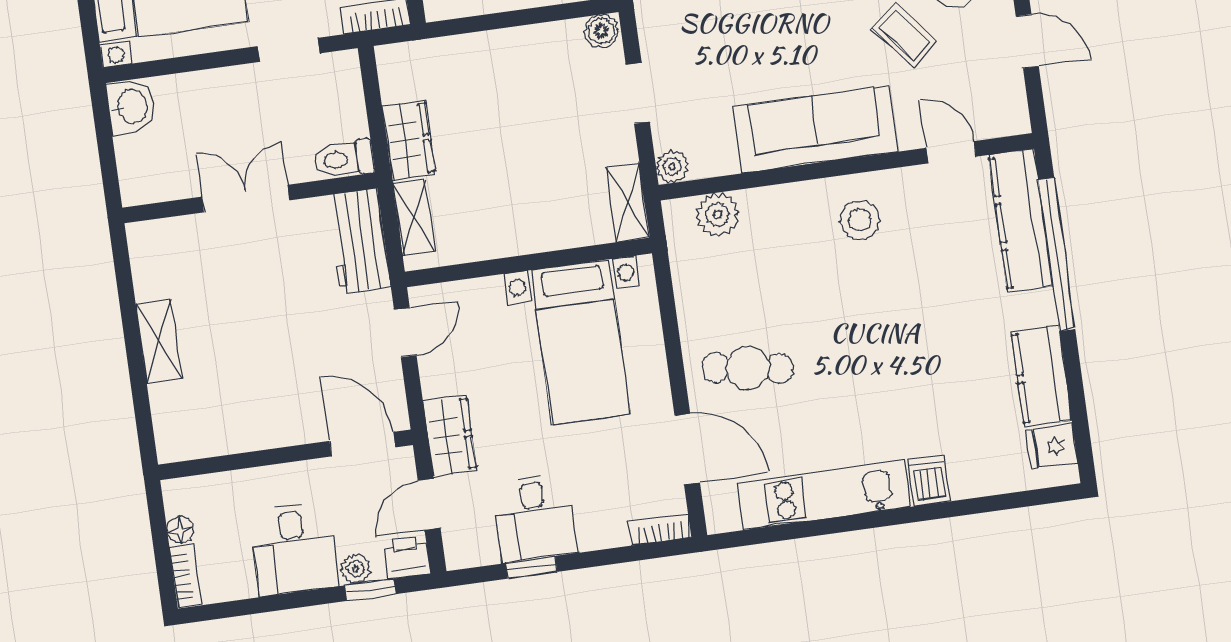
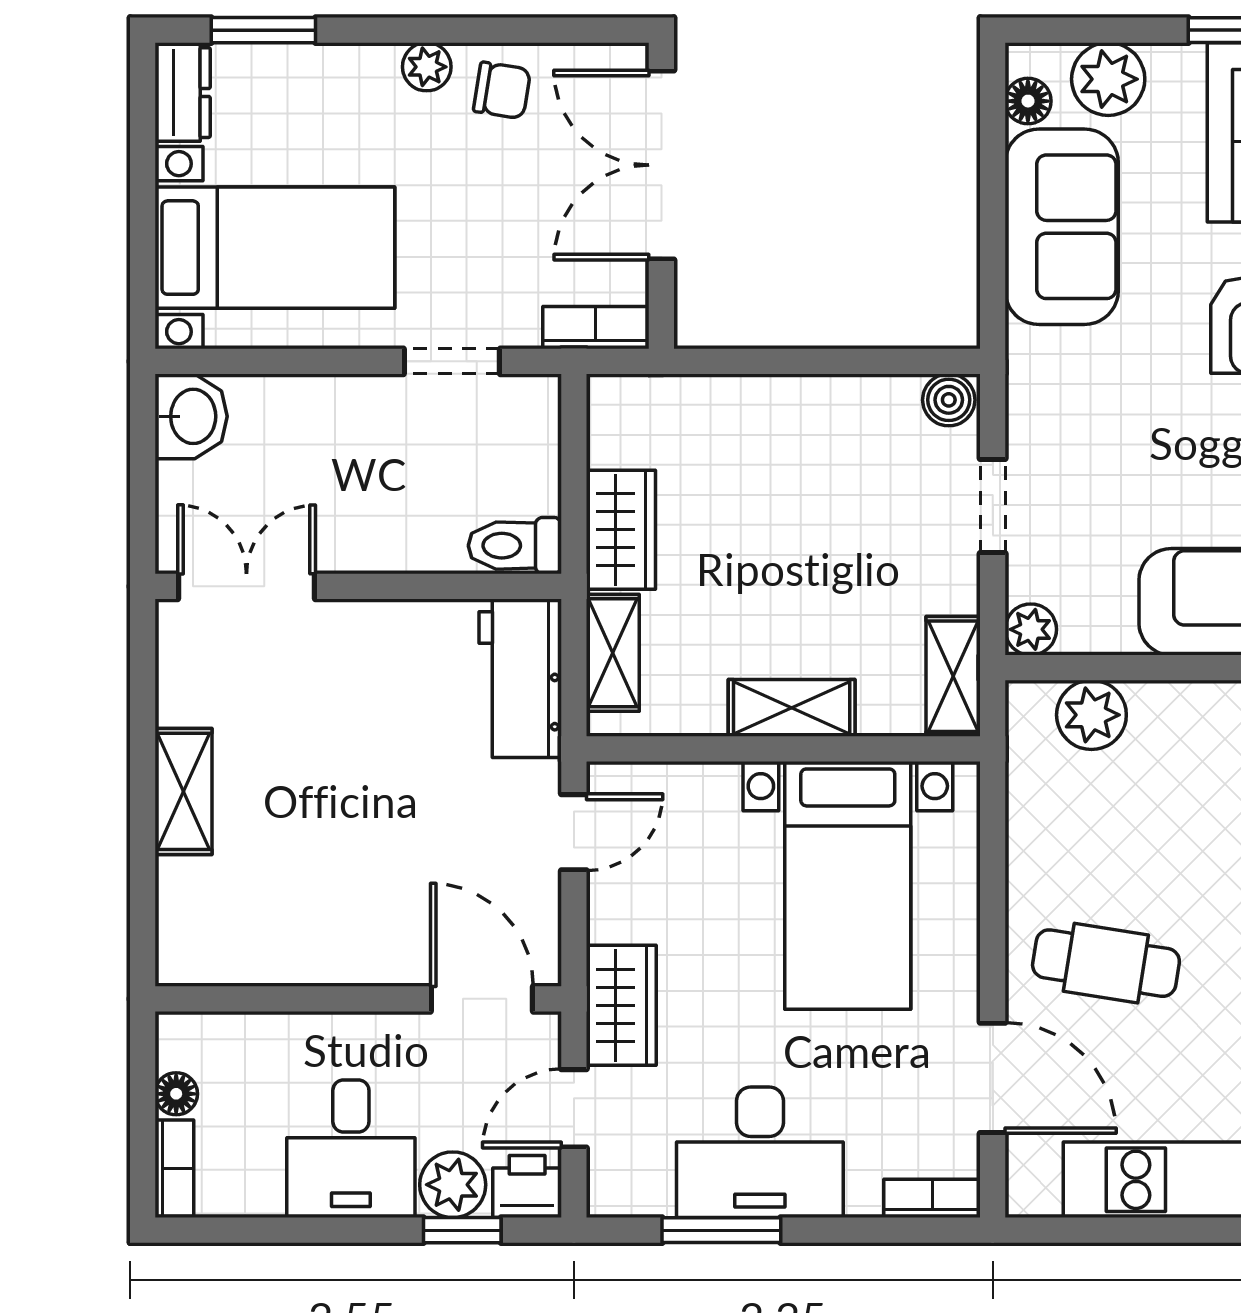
double door: (246, 199) -> (247, 586), moved
shelving: (530, 236) -> (792, 708), added
desk: (535, 518) -> (760, 1152), width x1.37
window: (531, 567) -> (721, 1230), width x1.50
plant: (356, 569) -> (453, 1185), width x1.38, depth x1.38

